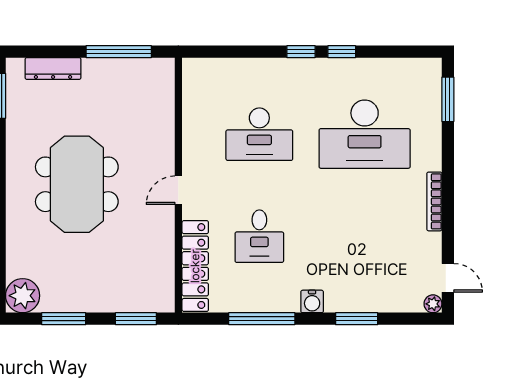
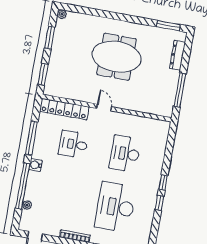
plant: (23, 296) -> (62, 14), width x0.53, depth x0.53
plant: (433, 304) -> (27, 205), moved
window: (357, 319) -> (23, 186), width x2.11

